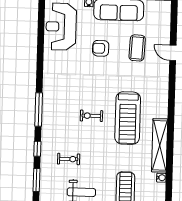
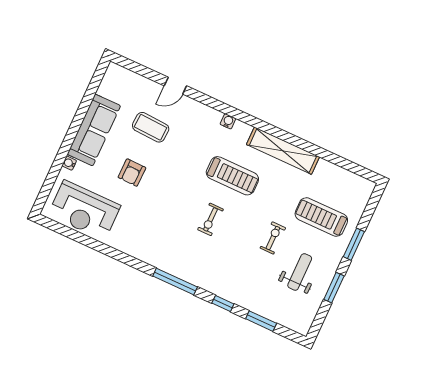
treadmill: (128, 118) -> (232, 176), width x0.73, depth x0.73
exercise bike: (69, 159) -> (273, 238), moved
water cooler: (161, 178) -> (228, 121), moved

